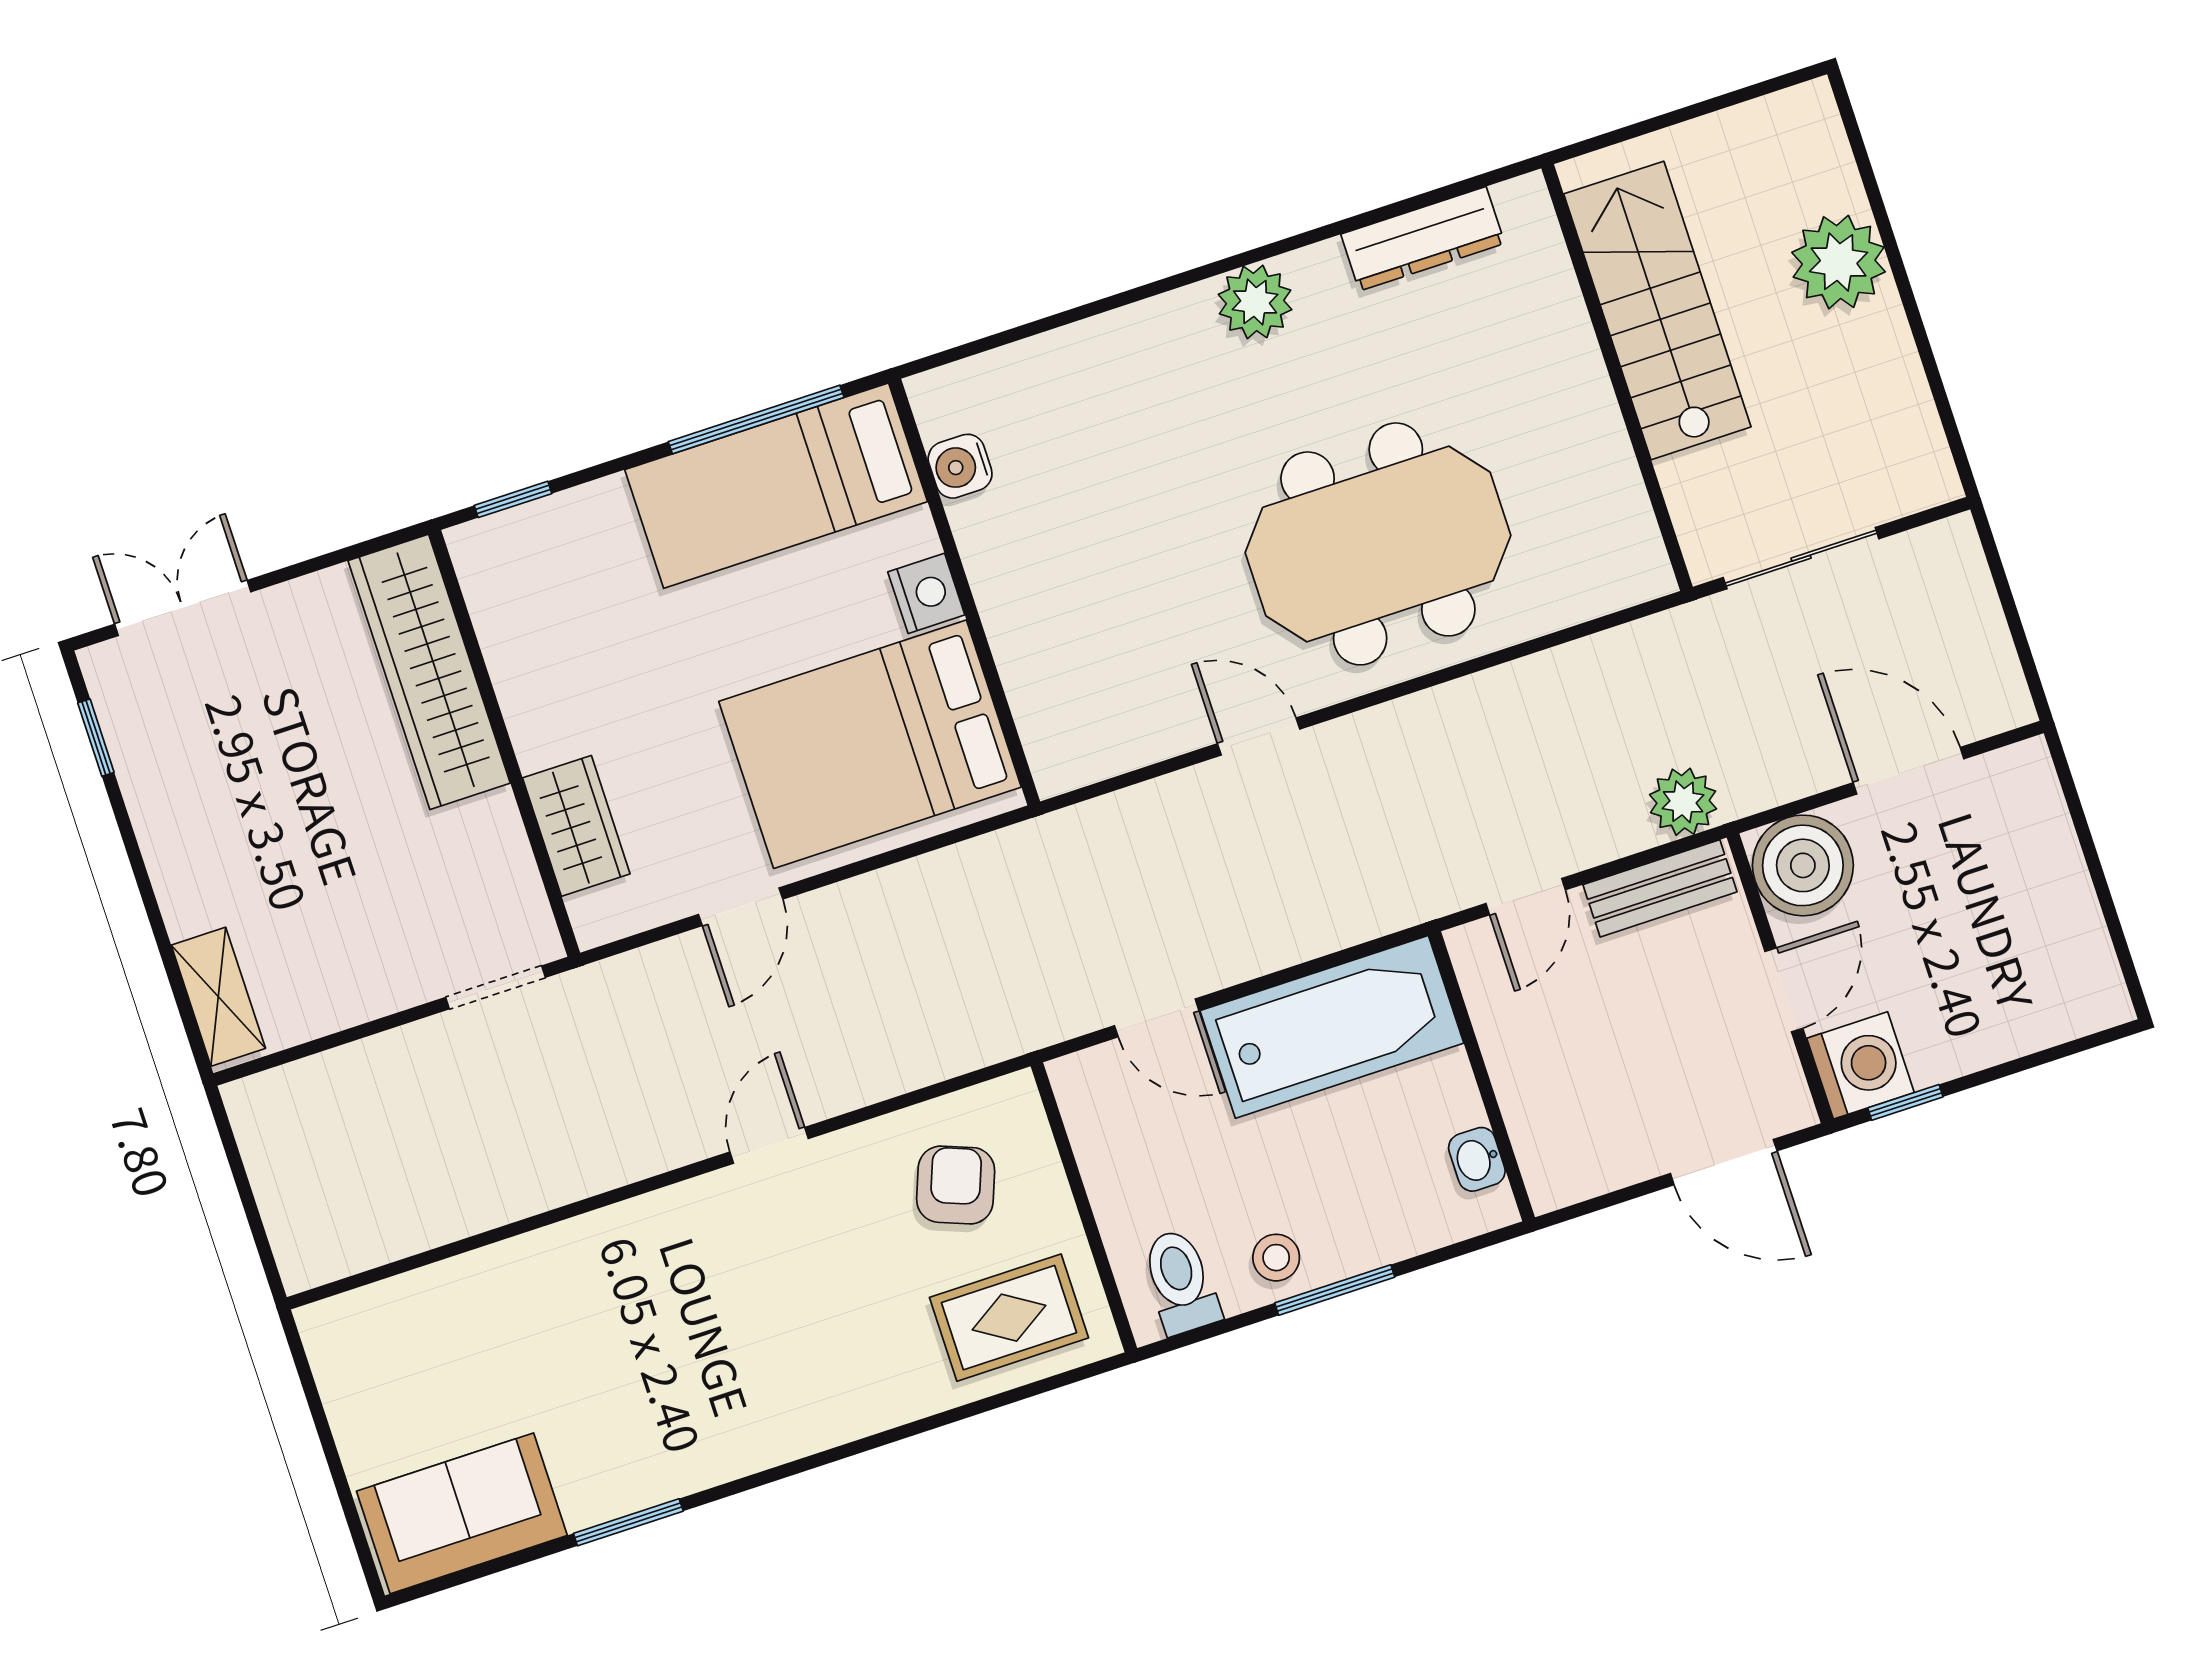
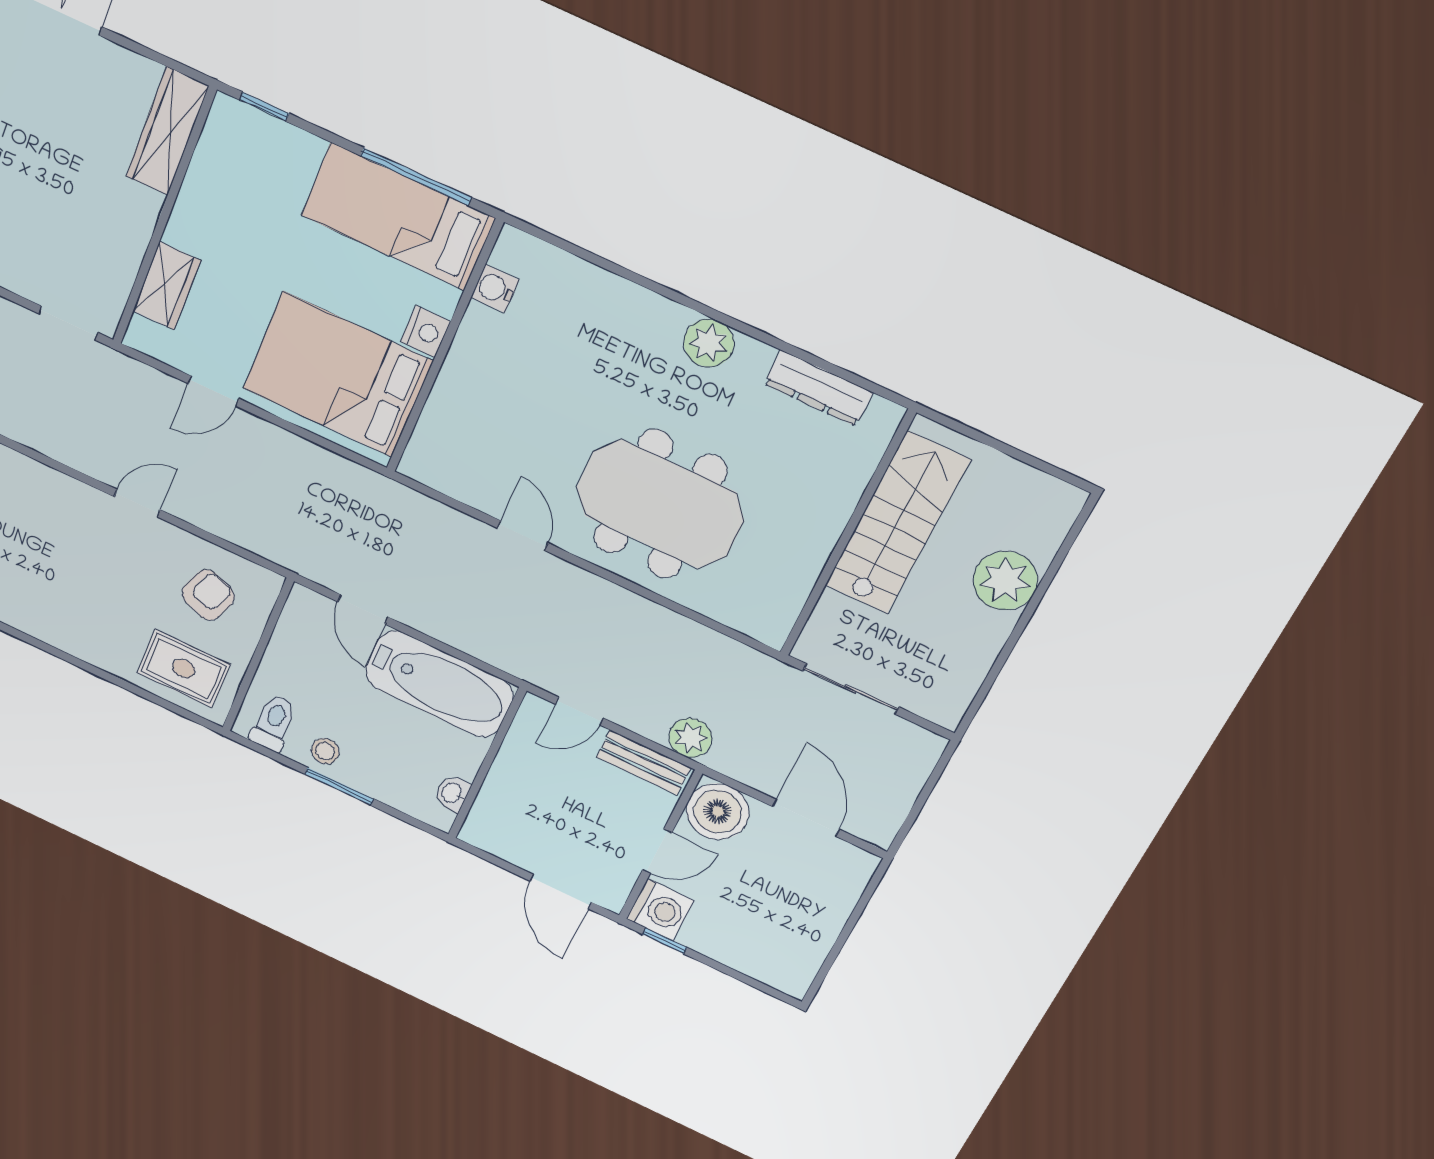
wardrobe: (429, 672) -> (167, 131), width x0.71, depth x0.85

